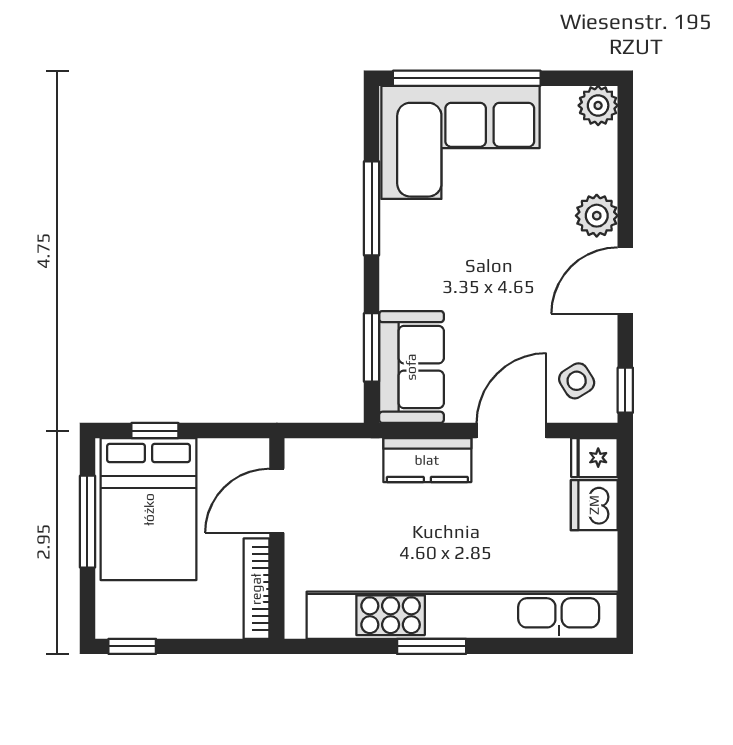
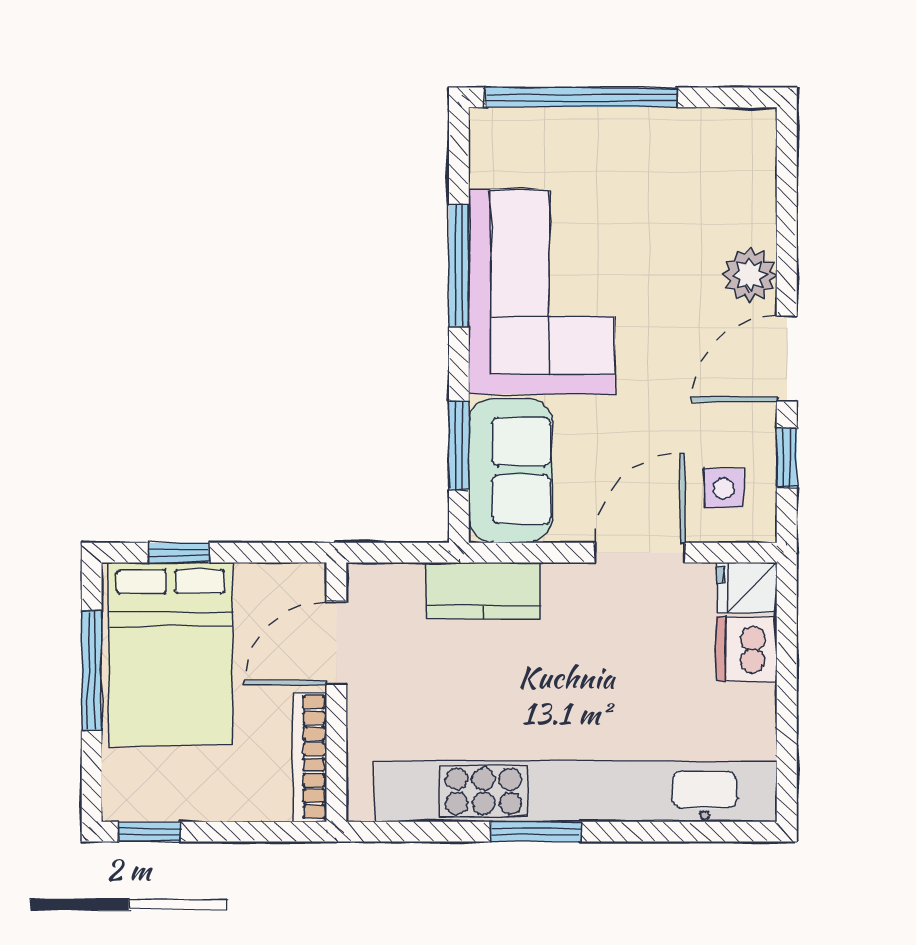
plant: (598, 105) -> (752, 133), removed
corner sofa: (460, 142) -> (542, 292), moved, turned -90
side table: (577, 381) -> (724, 488), turned 32
window: (625, 390) -> (787, 458), moved
kitchen counter: (427, 460) -> (483, 591), moved

